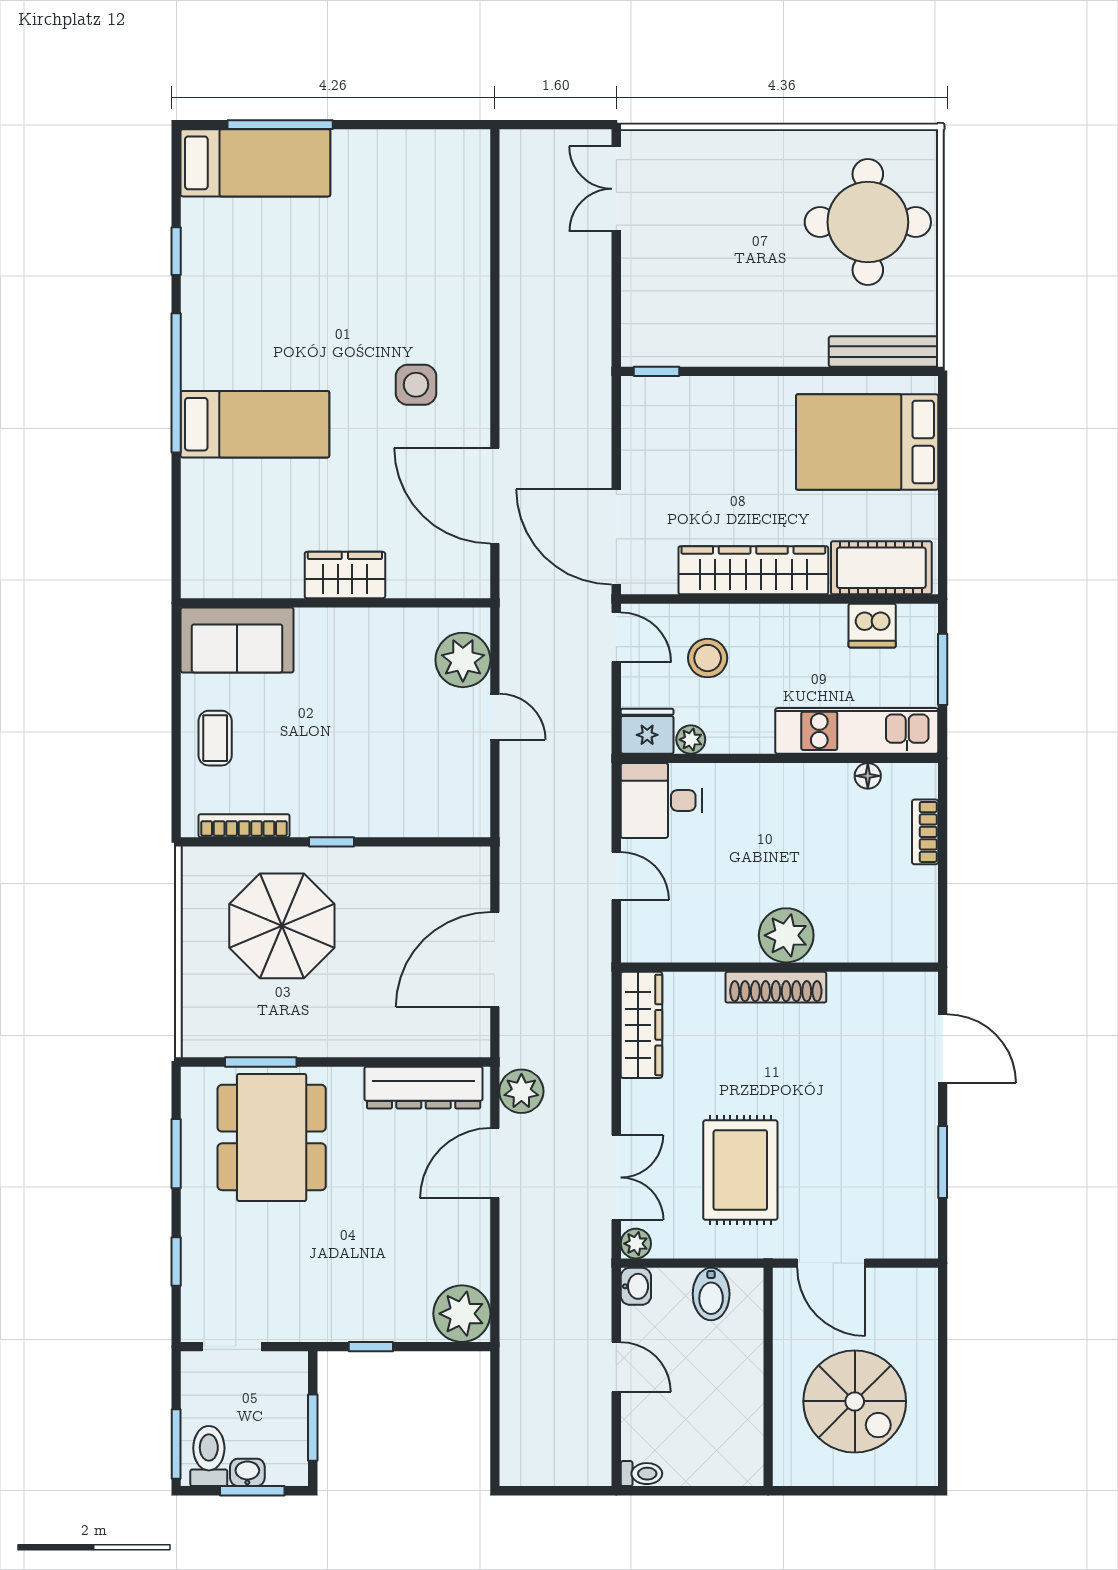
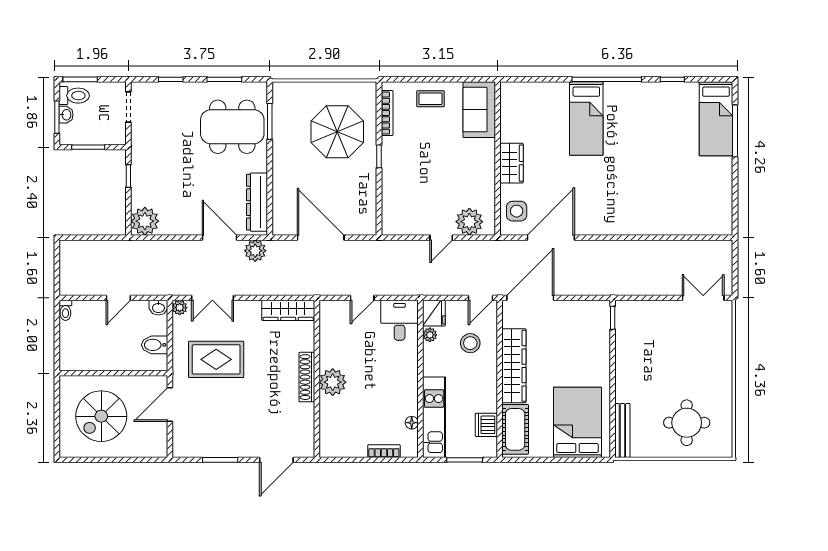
round table: (868, 222) -> (687, 423), width x0.73, depth x0.73
side table: (416, 385) -> (517, 211), moved

